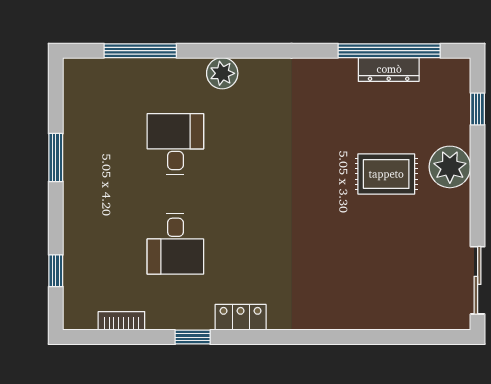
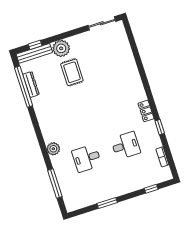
bench: (459, 101) -> (34, 53), added

